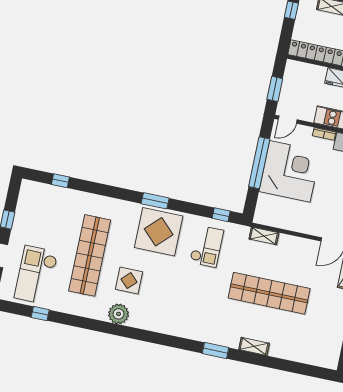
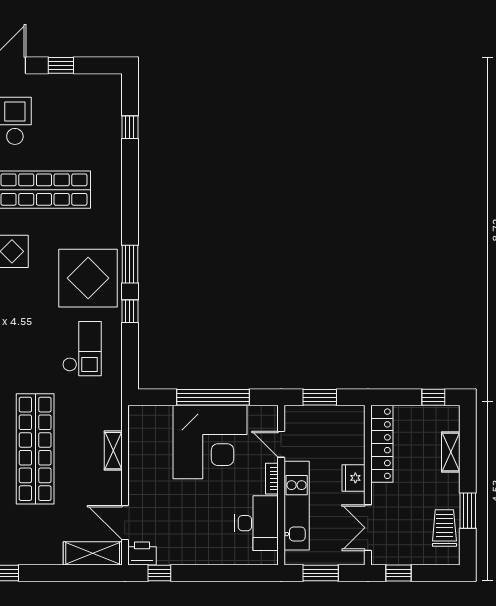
door: (288, 120) -> (281, 444), moved
window: (221, 215) -> (130, 311), moved
shelving: (264, 236) -> (113, 451), moved
checkout: (207, 246) -> (82, 349), turned -90

